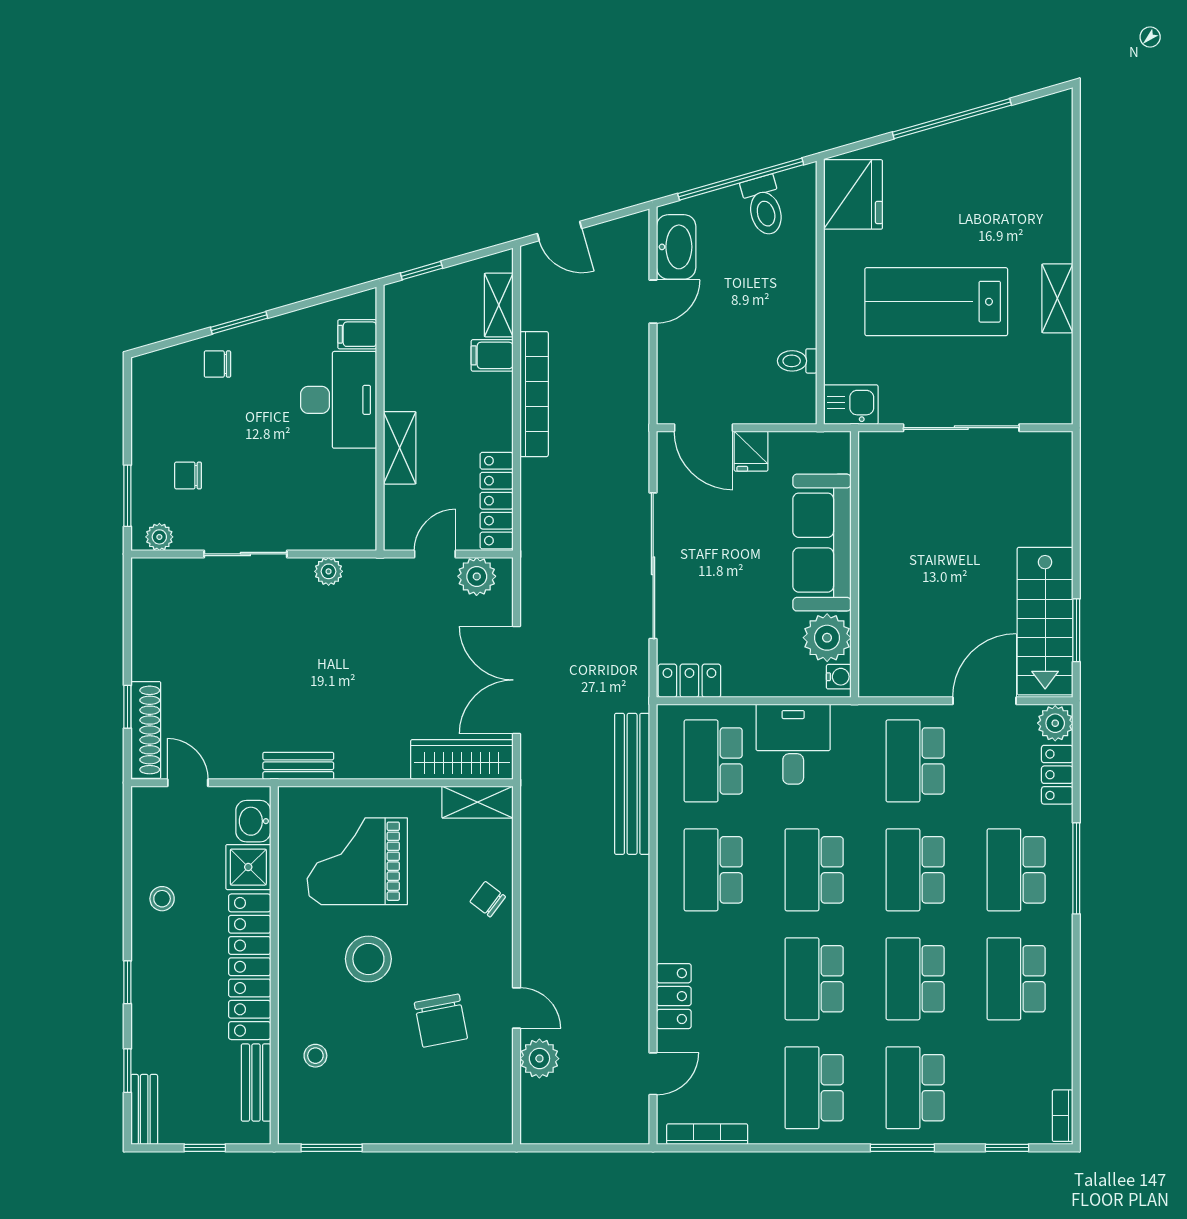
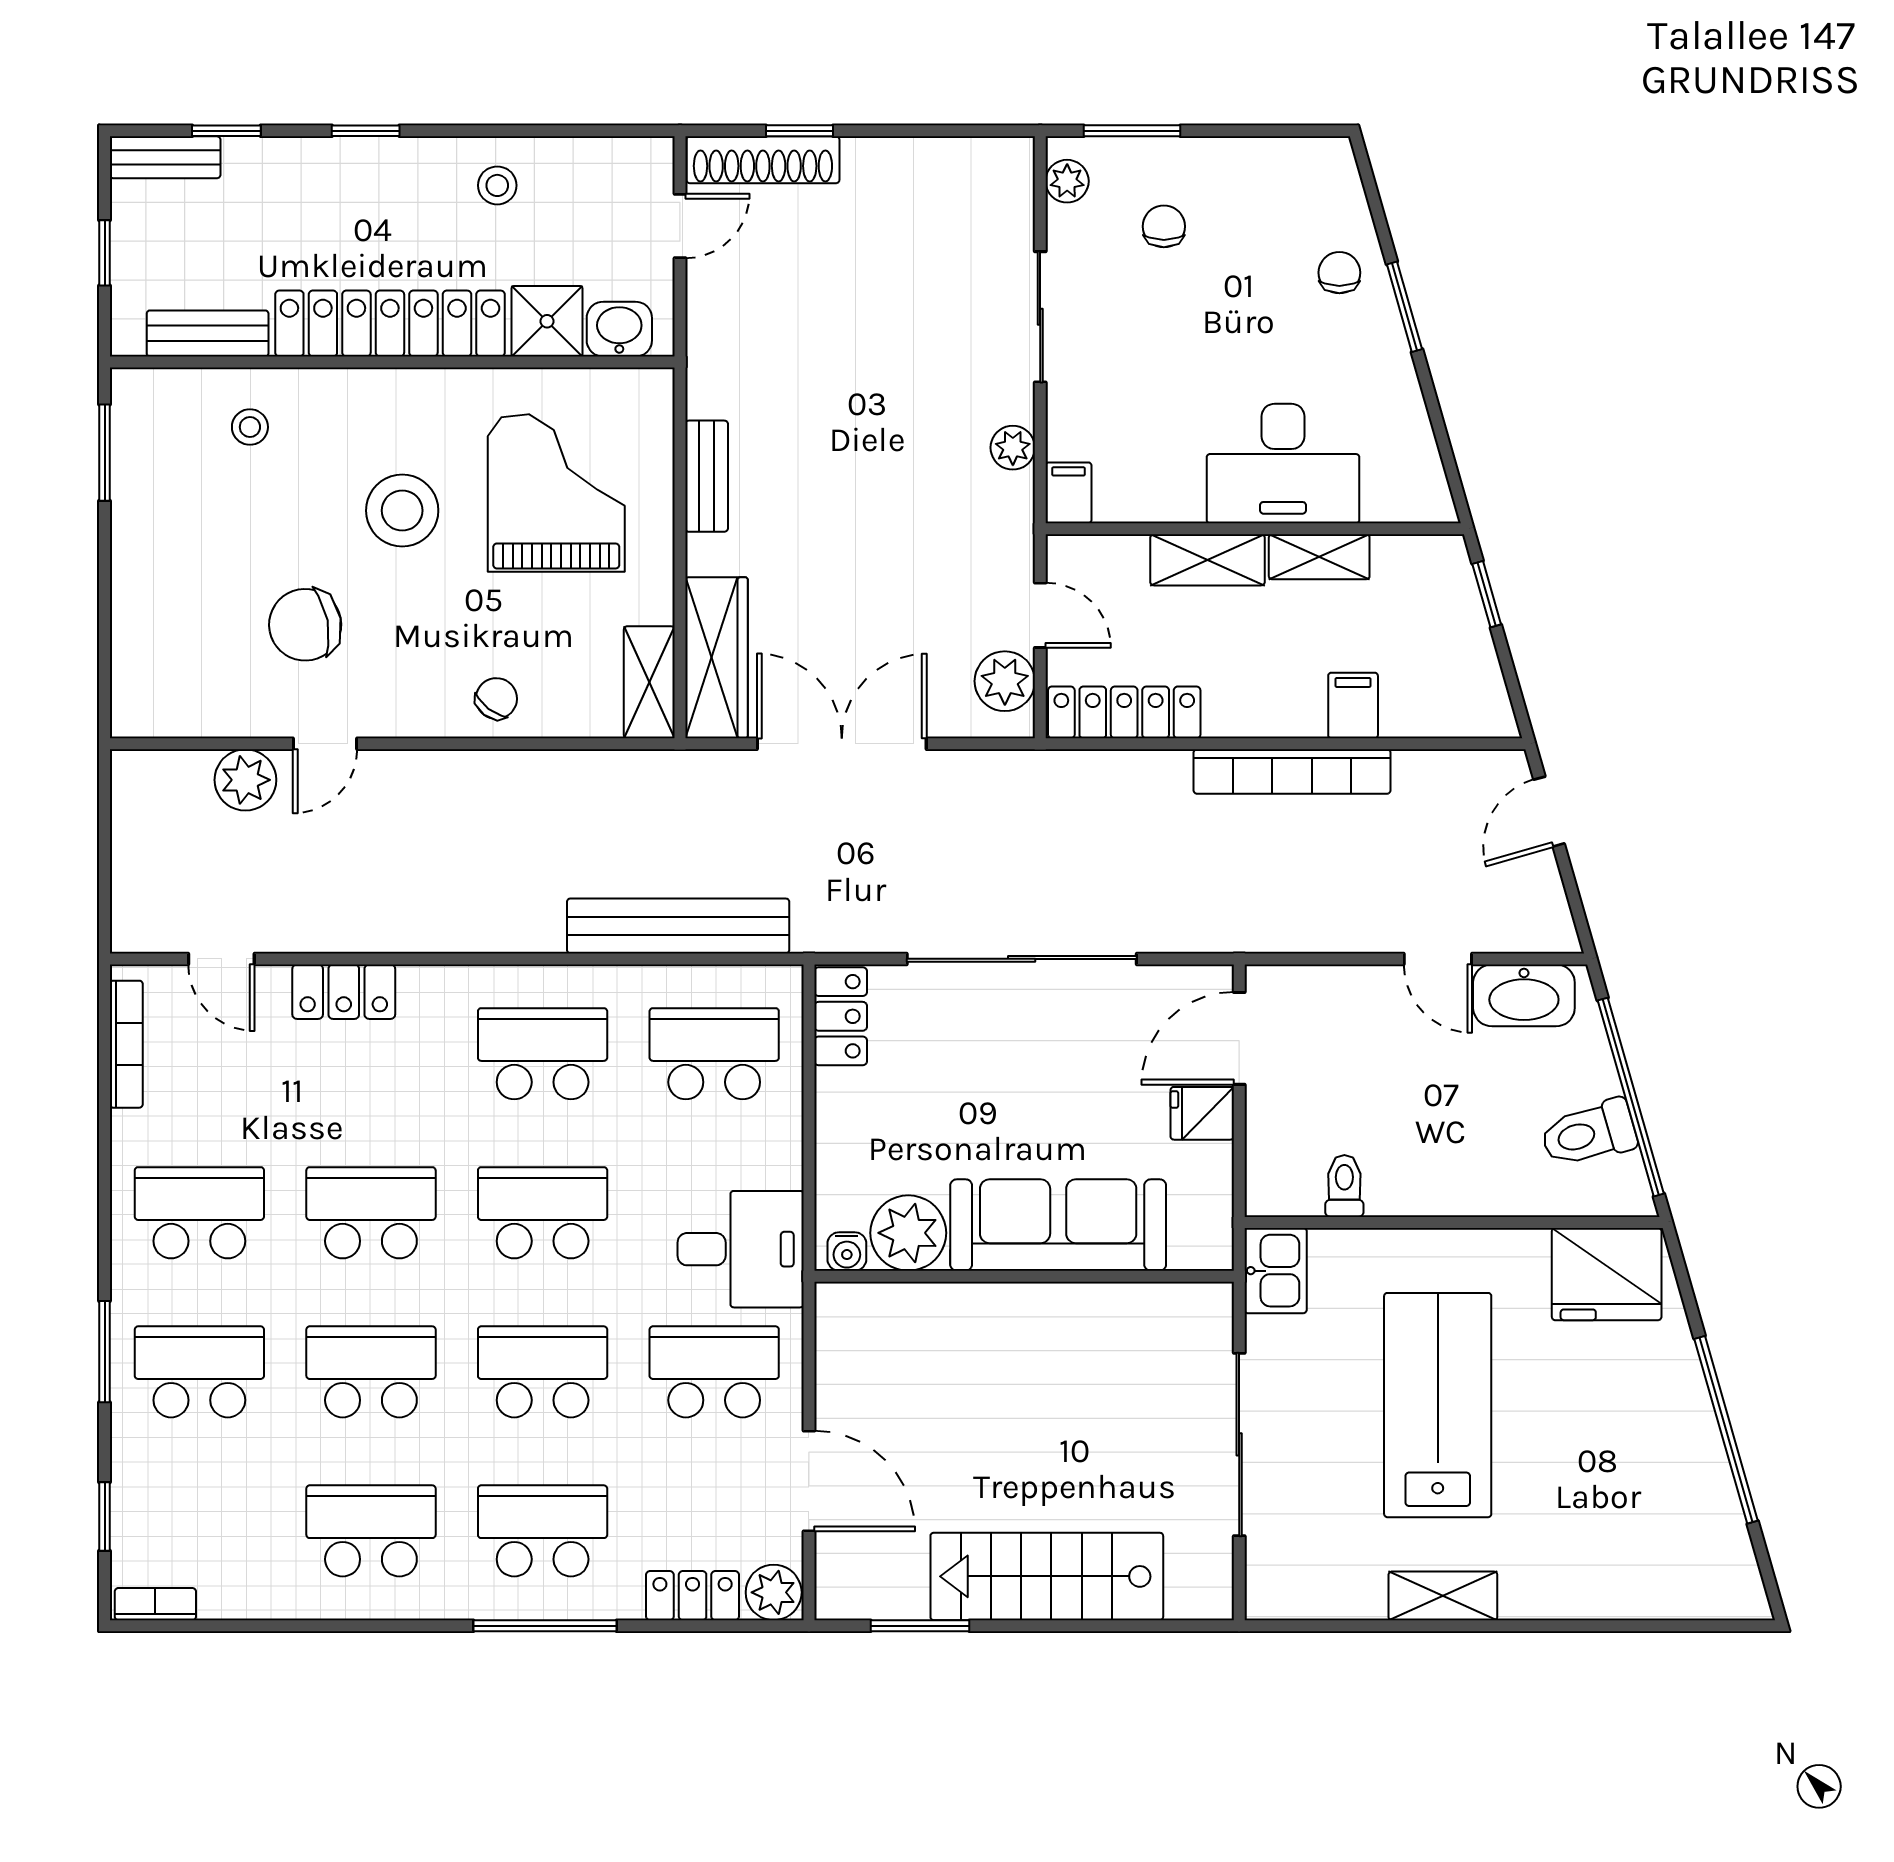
shelving: (499, 305) -> (1319, 557), moved
filing cabinet: (357, 334) -> (1068, 493), moved
stairs: (1045, 621) -> (1047, 1576), moved
desk: (793, 744) -> (741, 1249), moved
bench: (298, 766) -> (707, 476), moved

